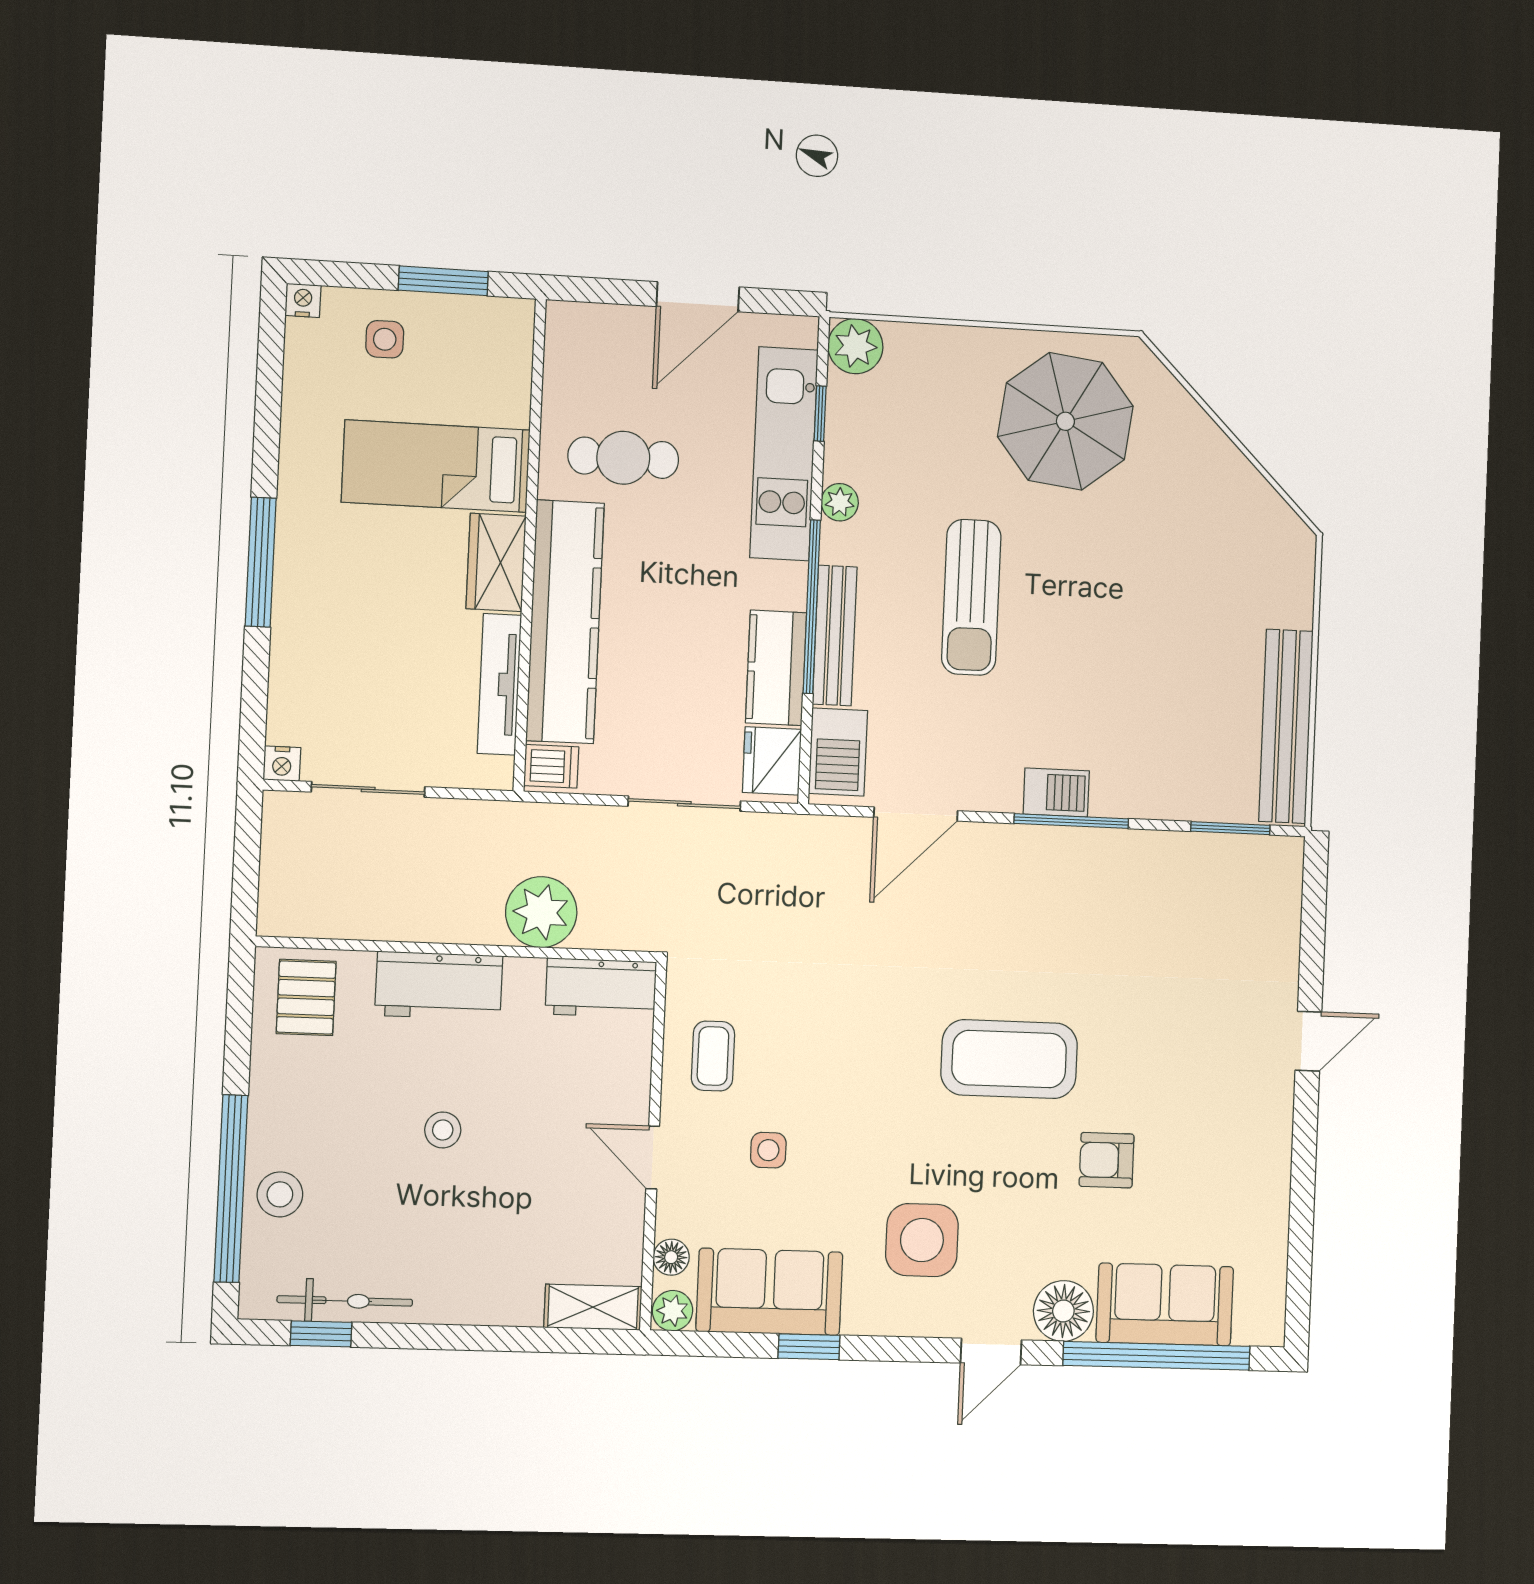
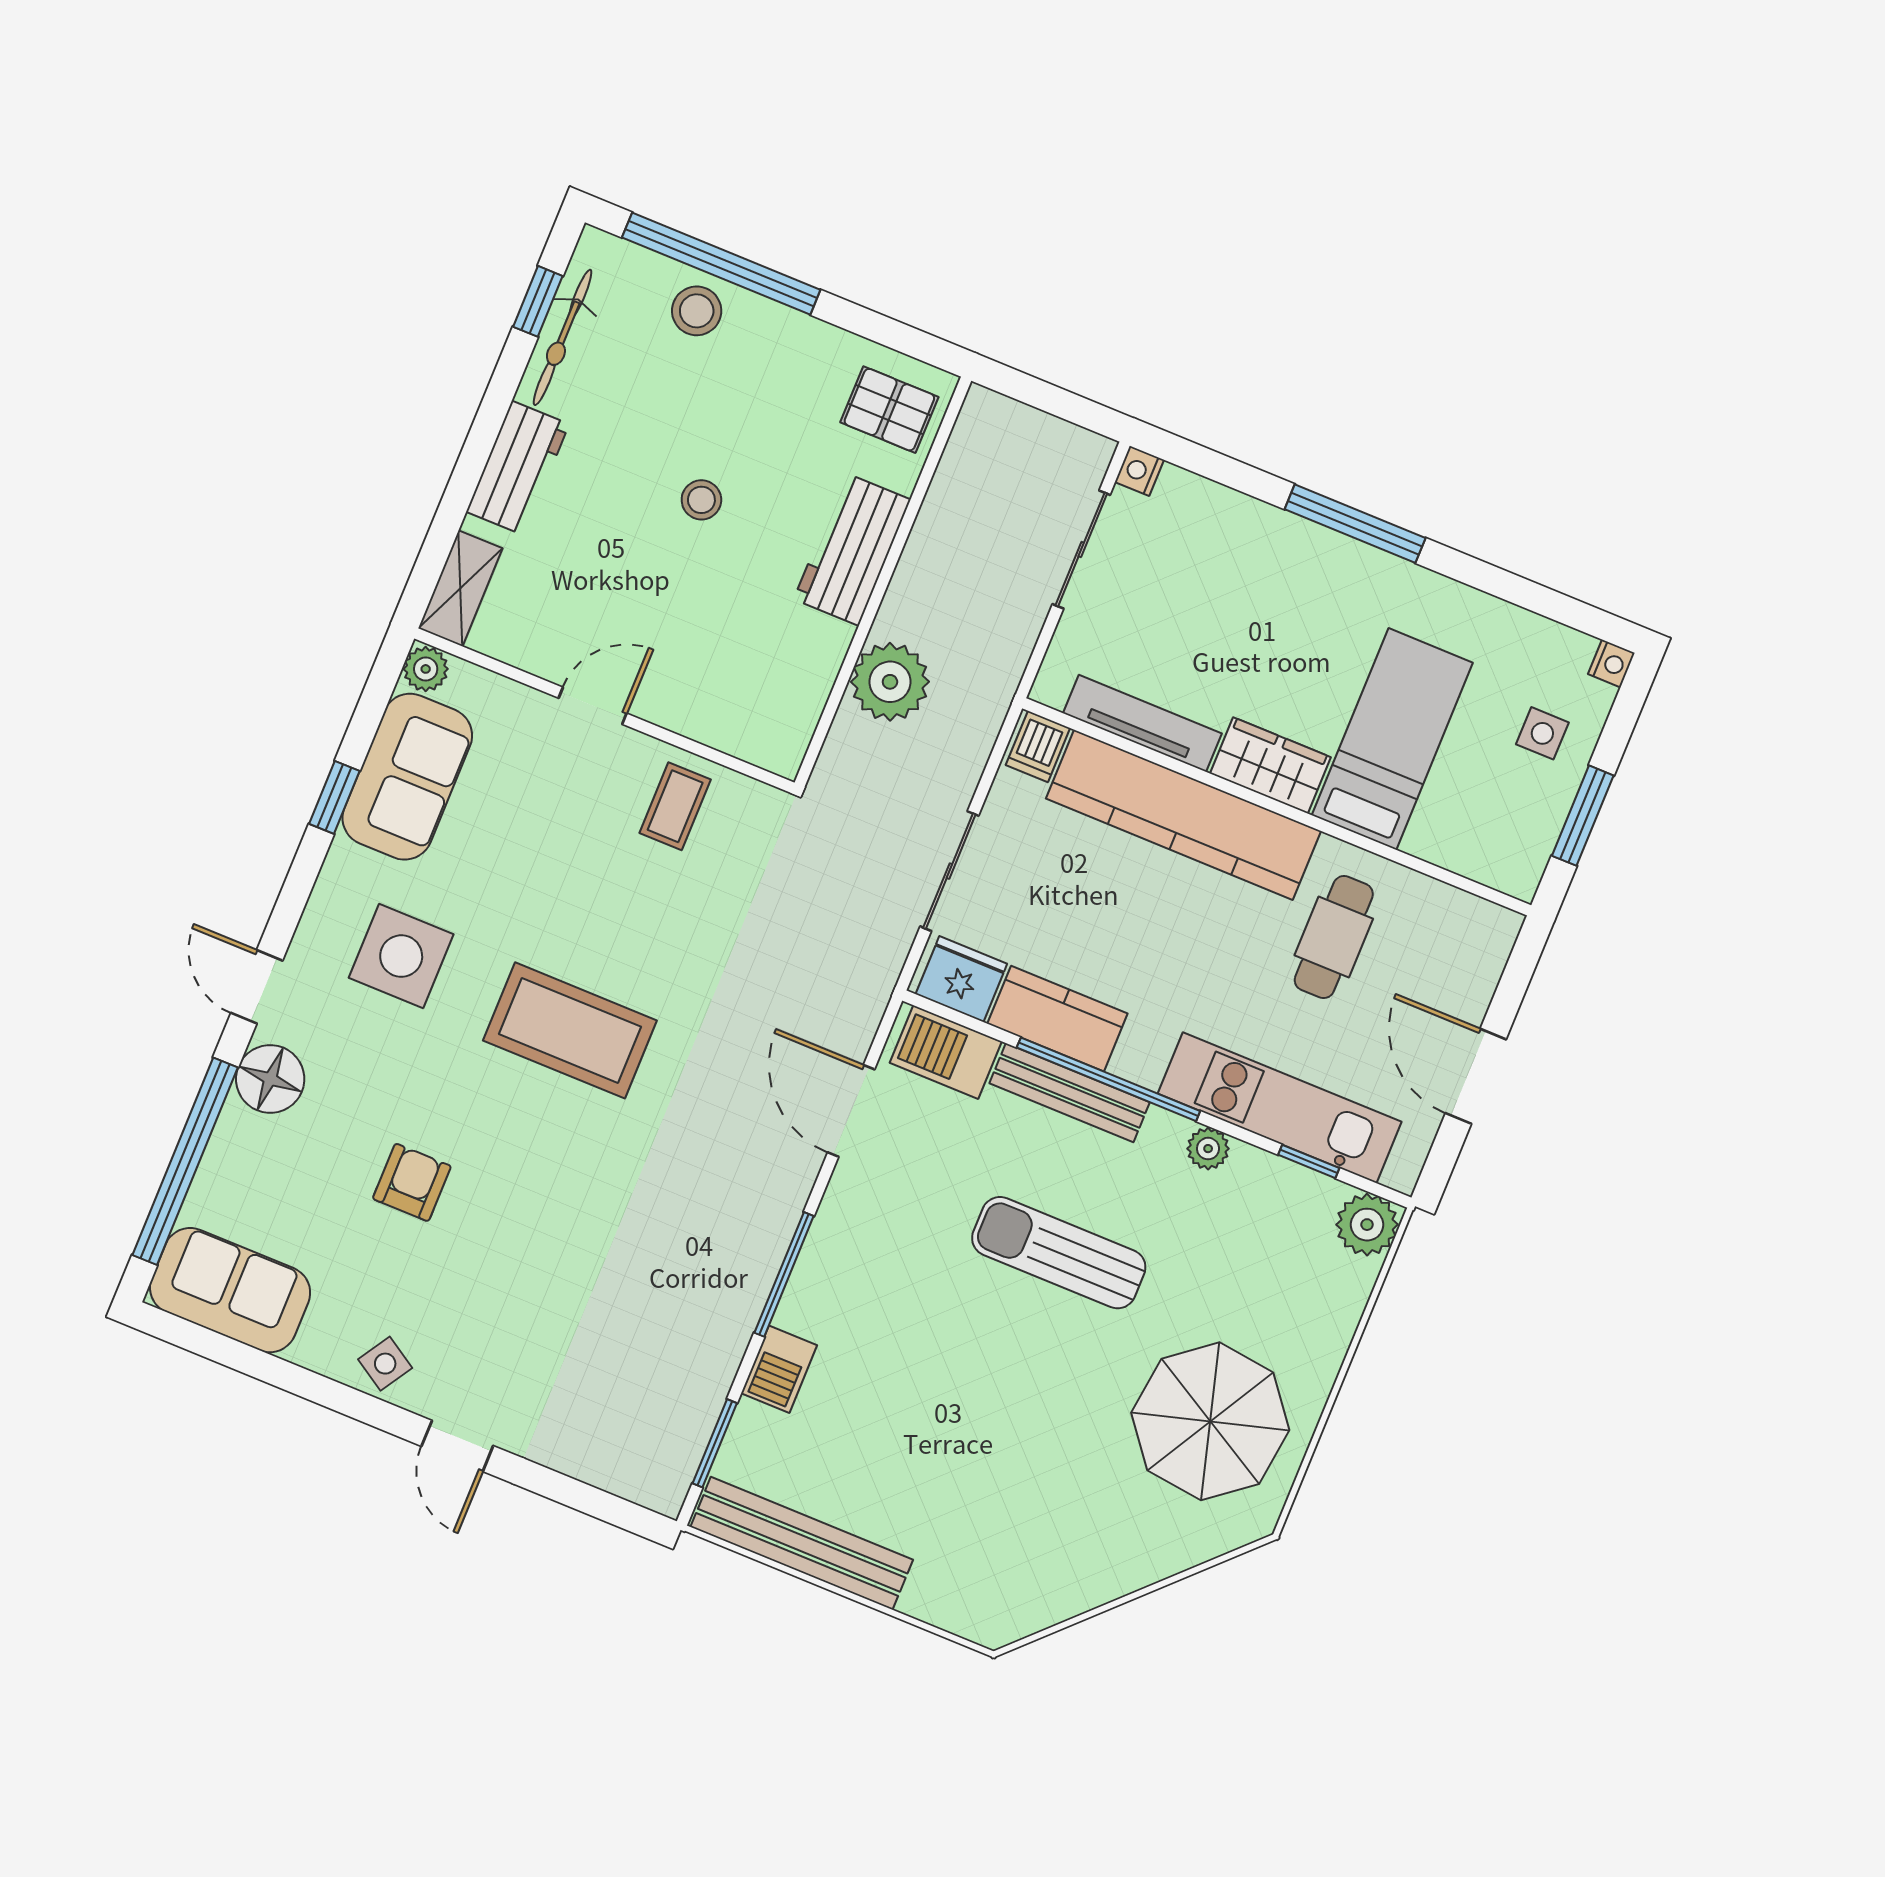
barbecue: (1056, 792) -> (779, 1369), moved
workbench: (601, 988) -> (518, 468), moved, turned 180
coffee table: (713, 1056) -> (675, 806), turned 90
coffee table: (1009, 1059) -> (570, 1030), moved, turned 90
side table: (768, 1150) -> (385, 1364), moved, turned 32
floor lamp: (671, 1257) -> (482, 688), removed
sofa: (1165, 1304) -> (230, 1290), moved, turned -90

